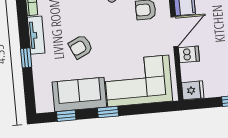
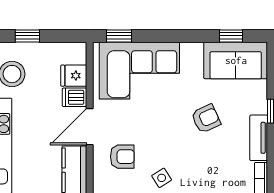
fridge: (193, 90) -> (74, 76), moved
sofa: (79, 95) -> (236, 60), moved
window: (108, 112) -> (119, 36), moved

